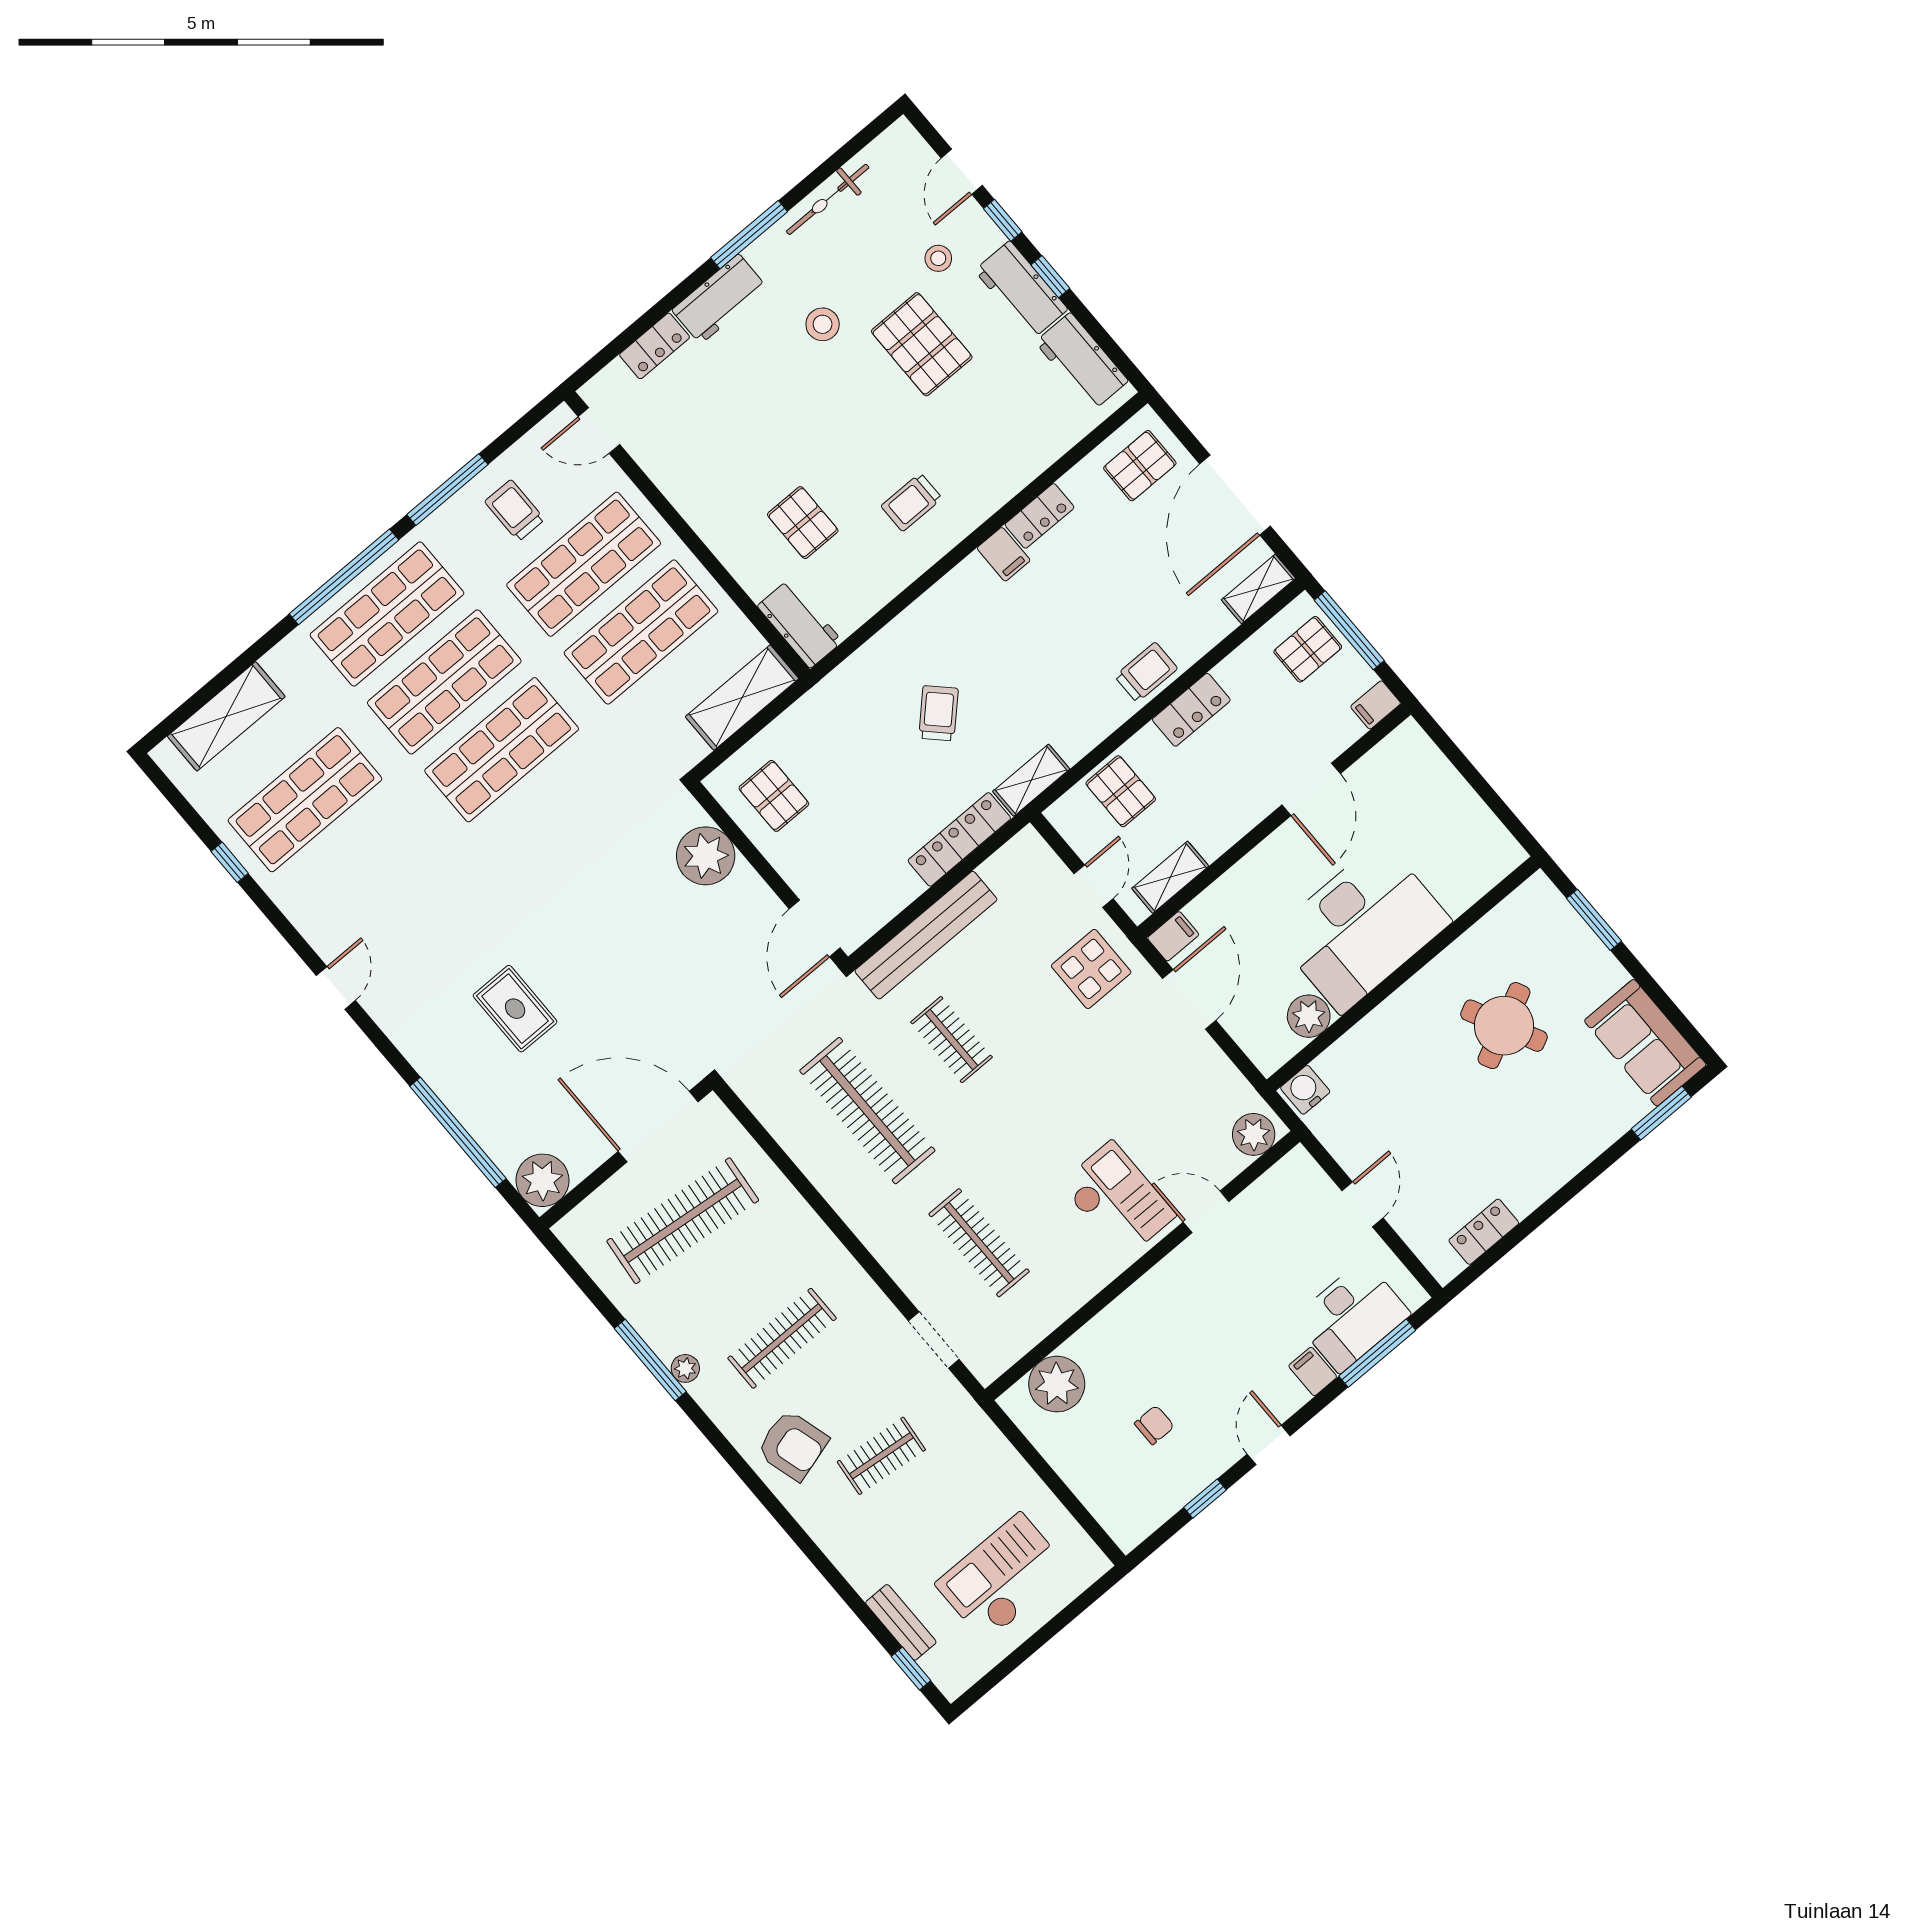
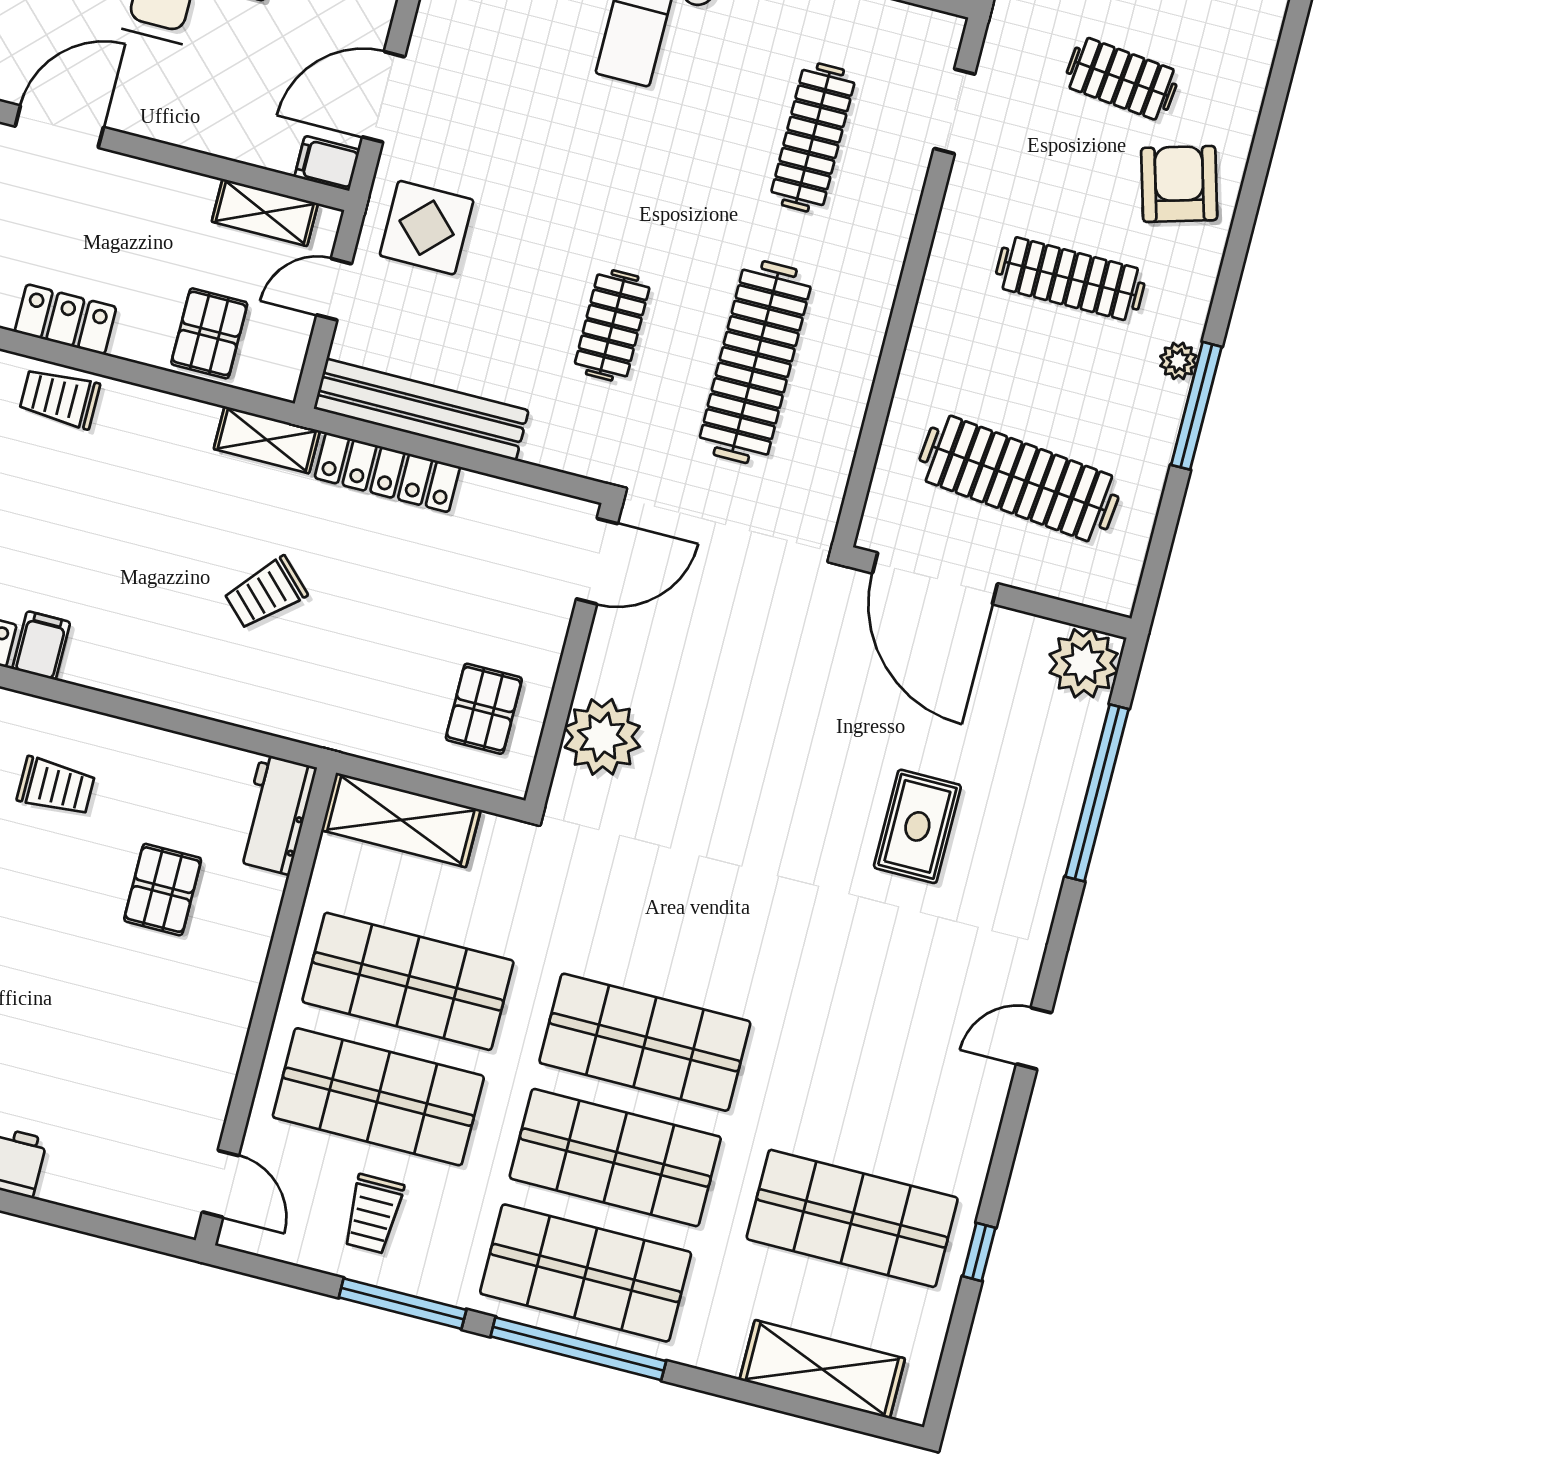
locker: (655, 346) -> (85, 1189), removed
bench: (926, 935) -> (421, 410), moved

